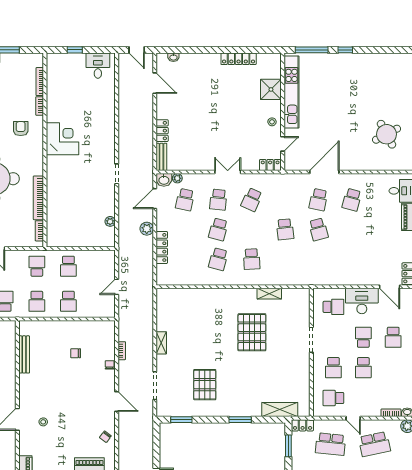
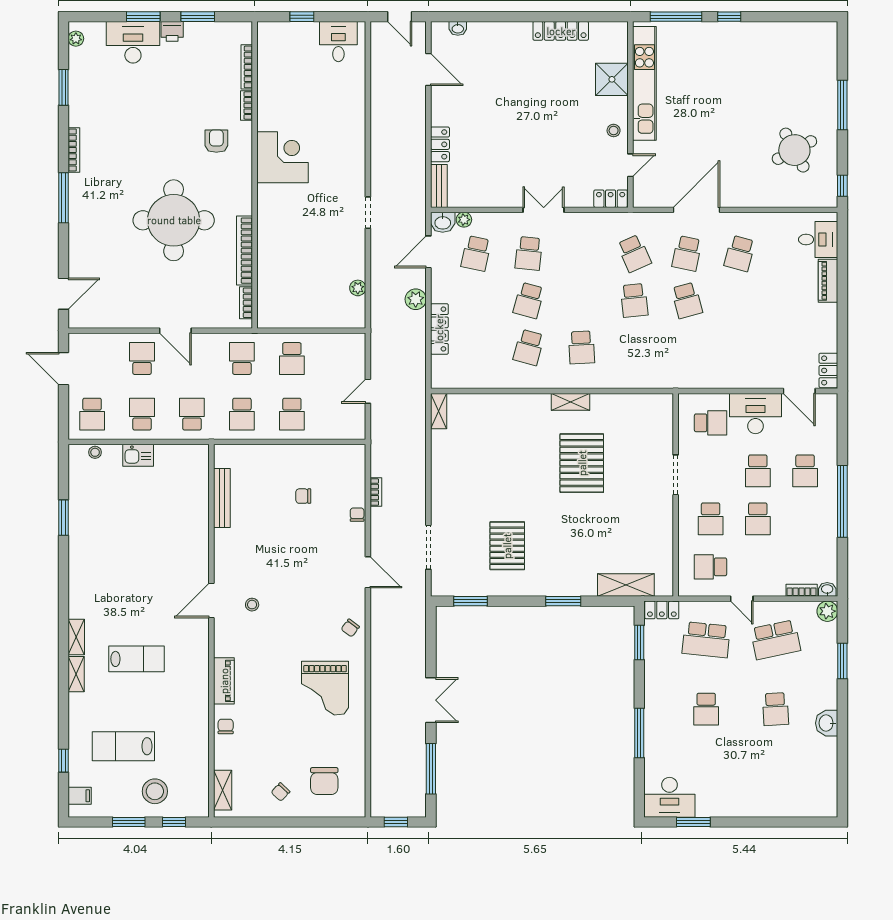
school desk: (252, 200) -> (634, 253), moved, turned -48
shelving: (269, 294) -> (570, 402), moved
school desk: (363, 337) -> (758, 471), turned 180
shelving: (161, 343) -> (439, 411), moved

